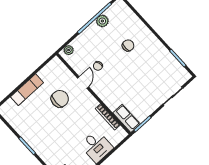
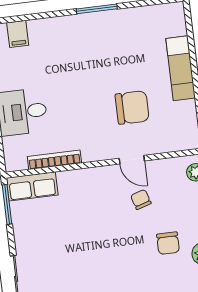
chair: (128, 46) -> (168, 243), moved
chair: (60, 99) -> (132, 107), turned -90

